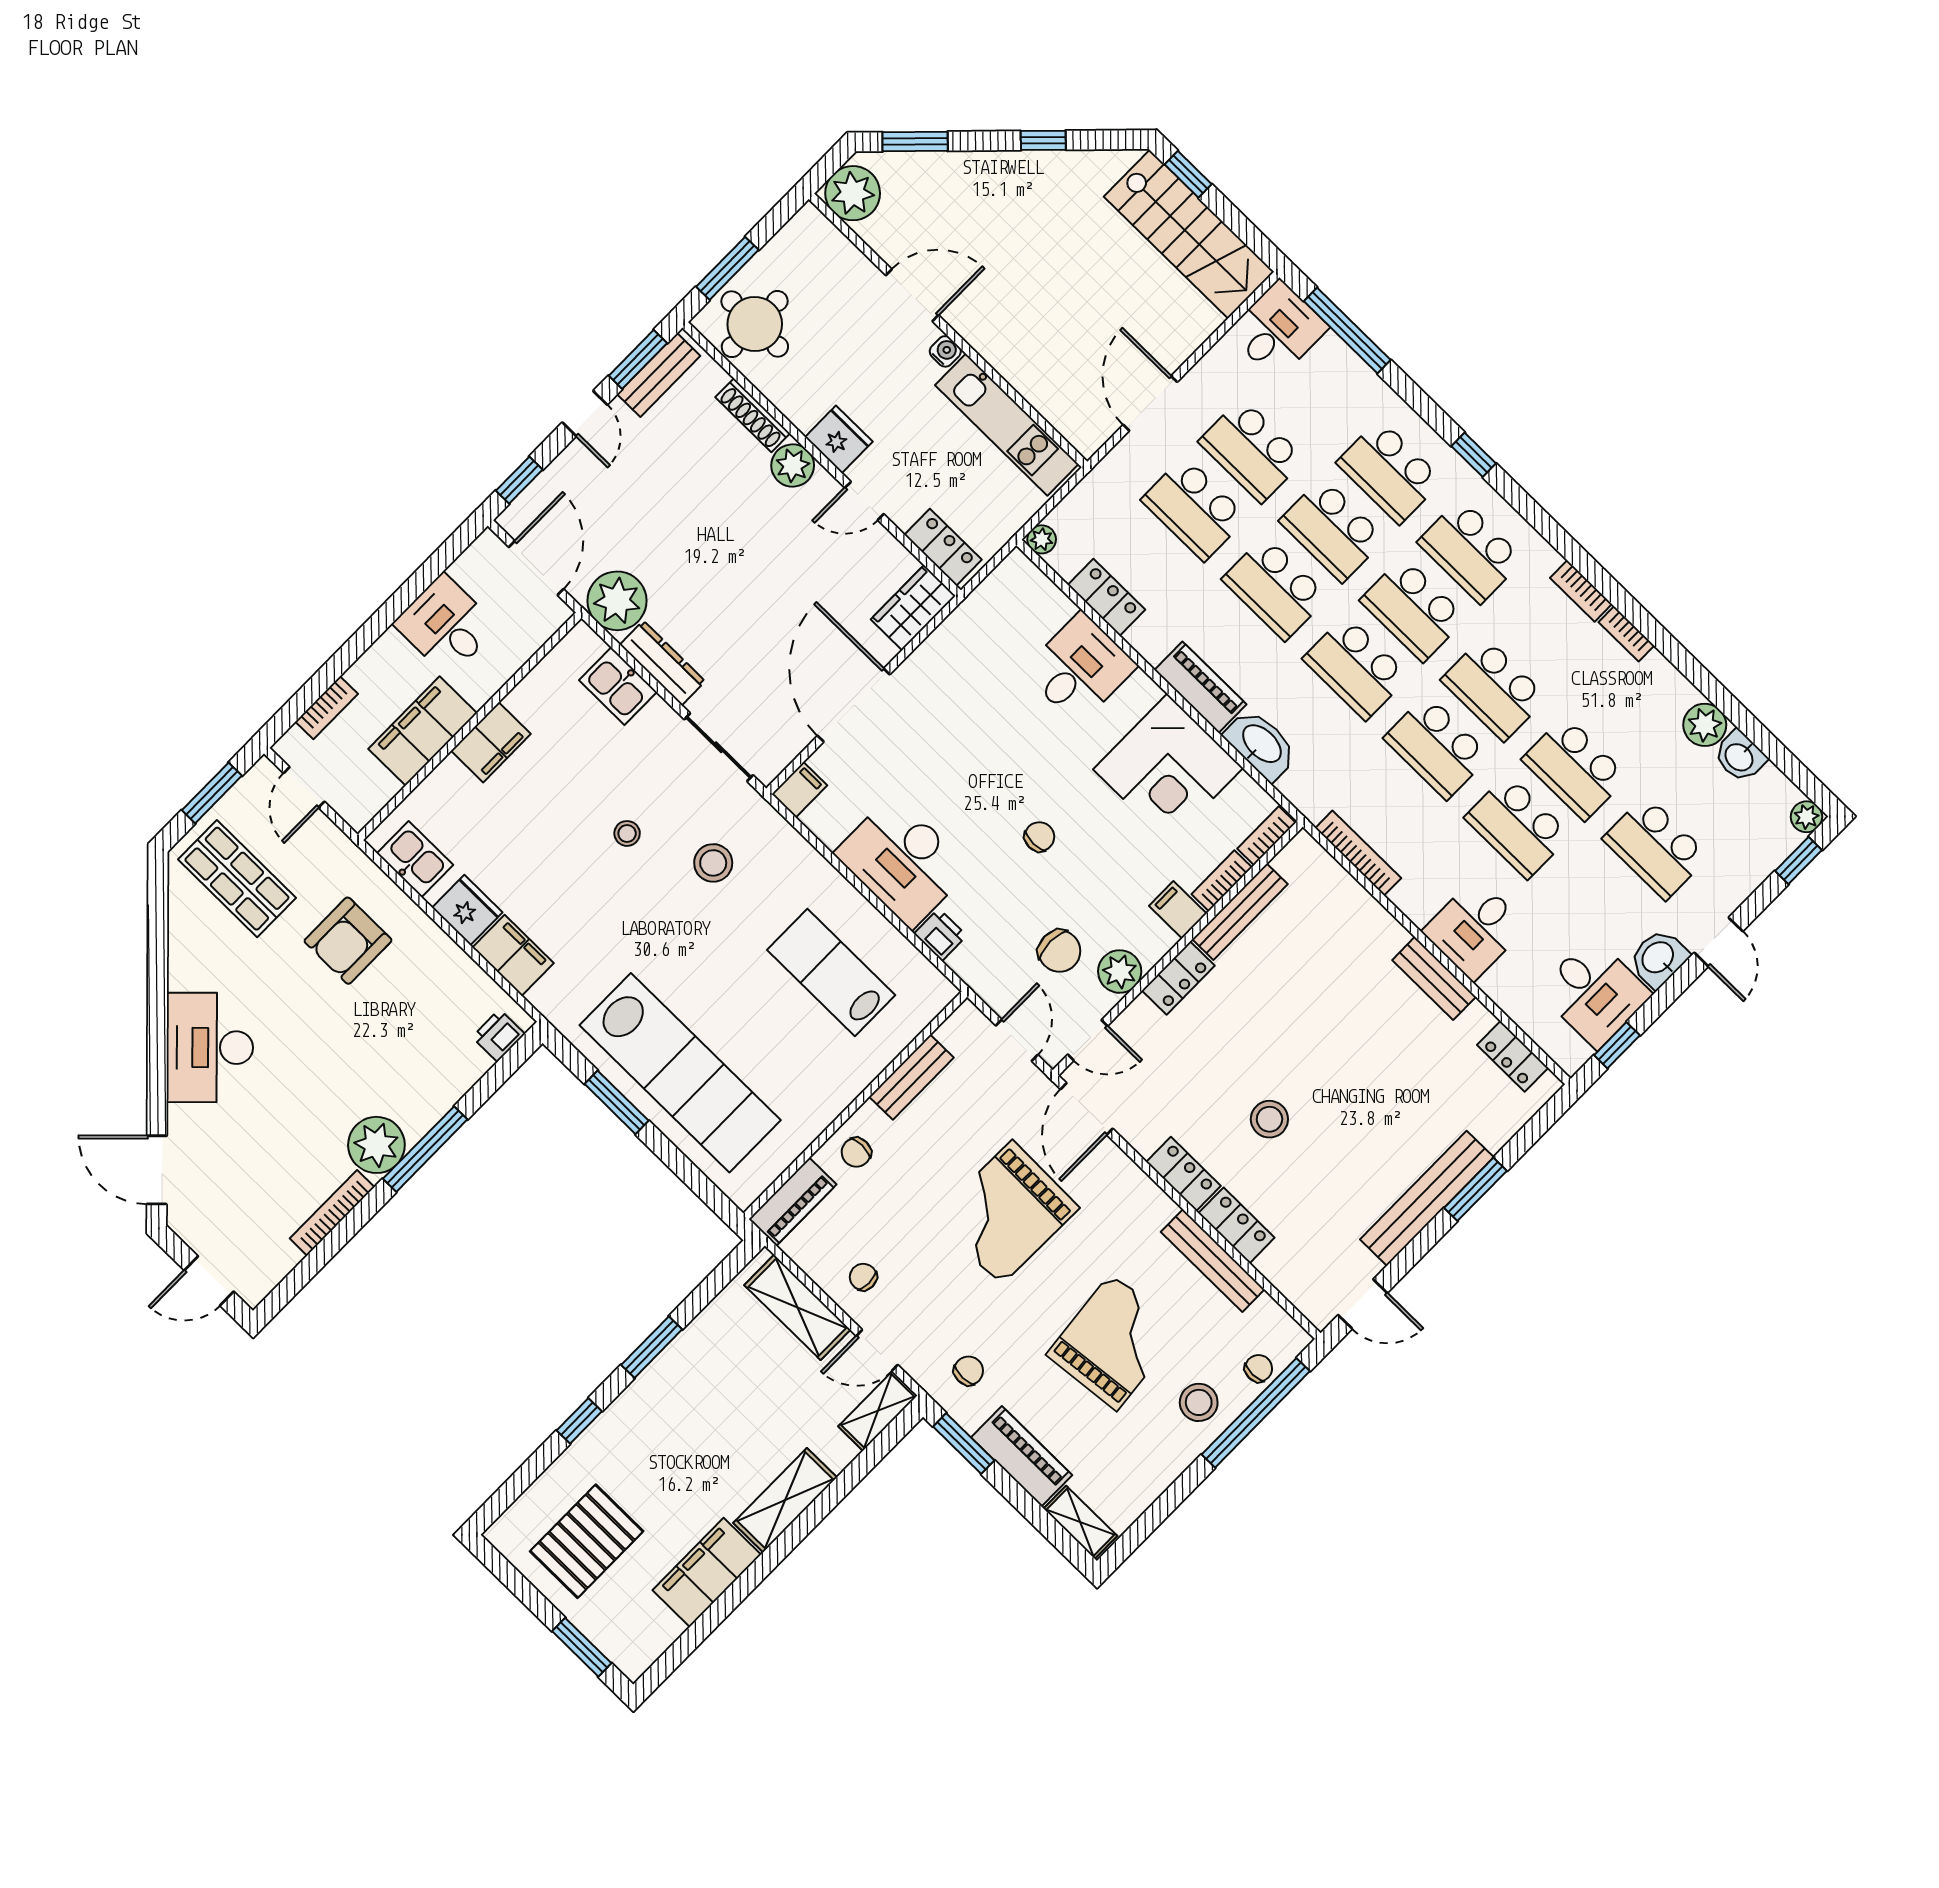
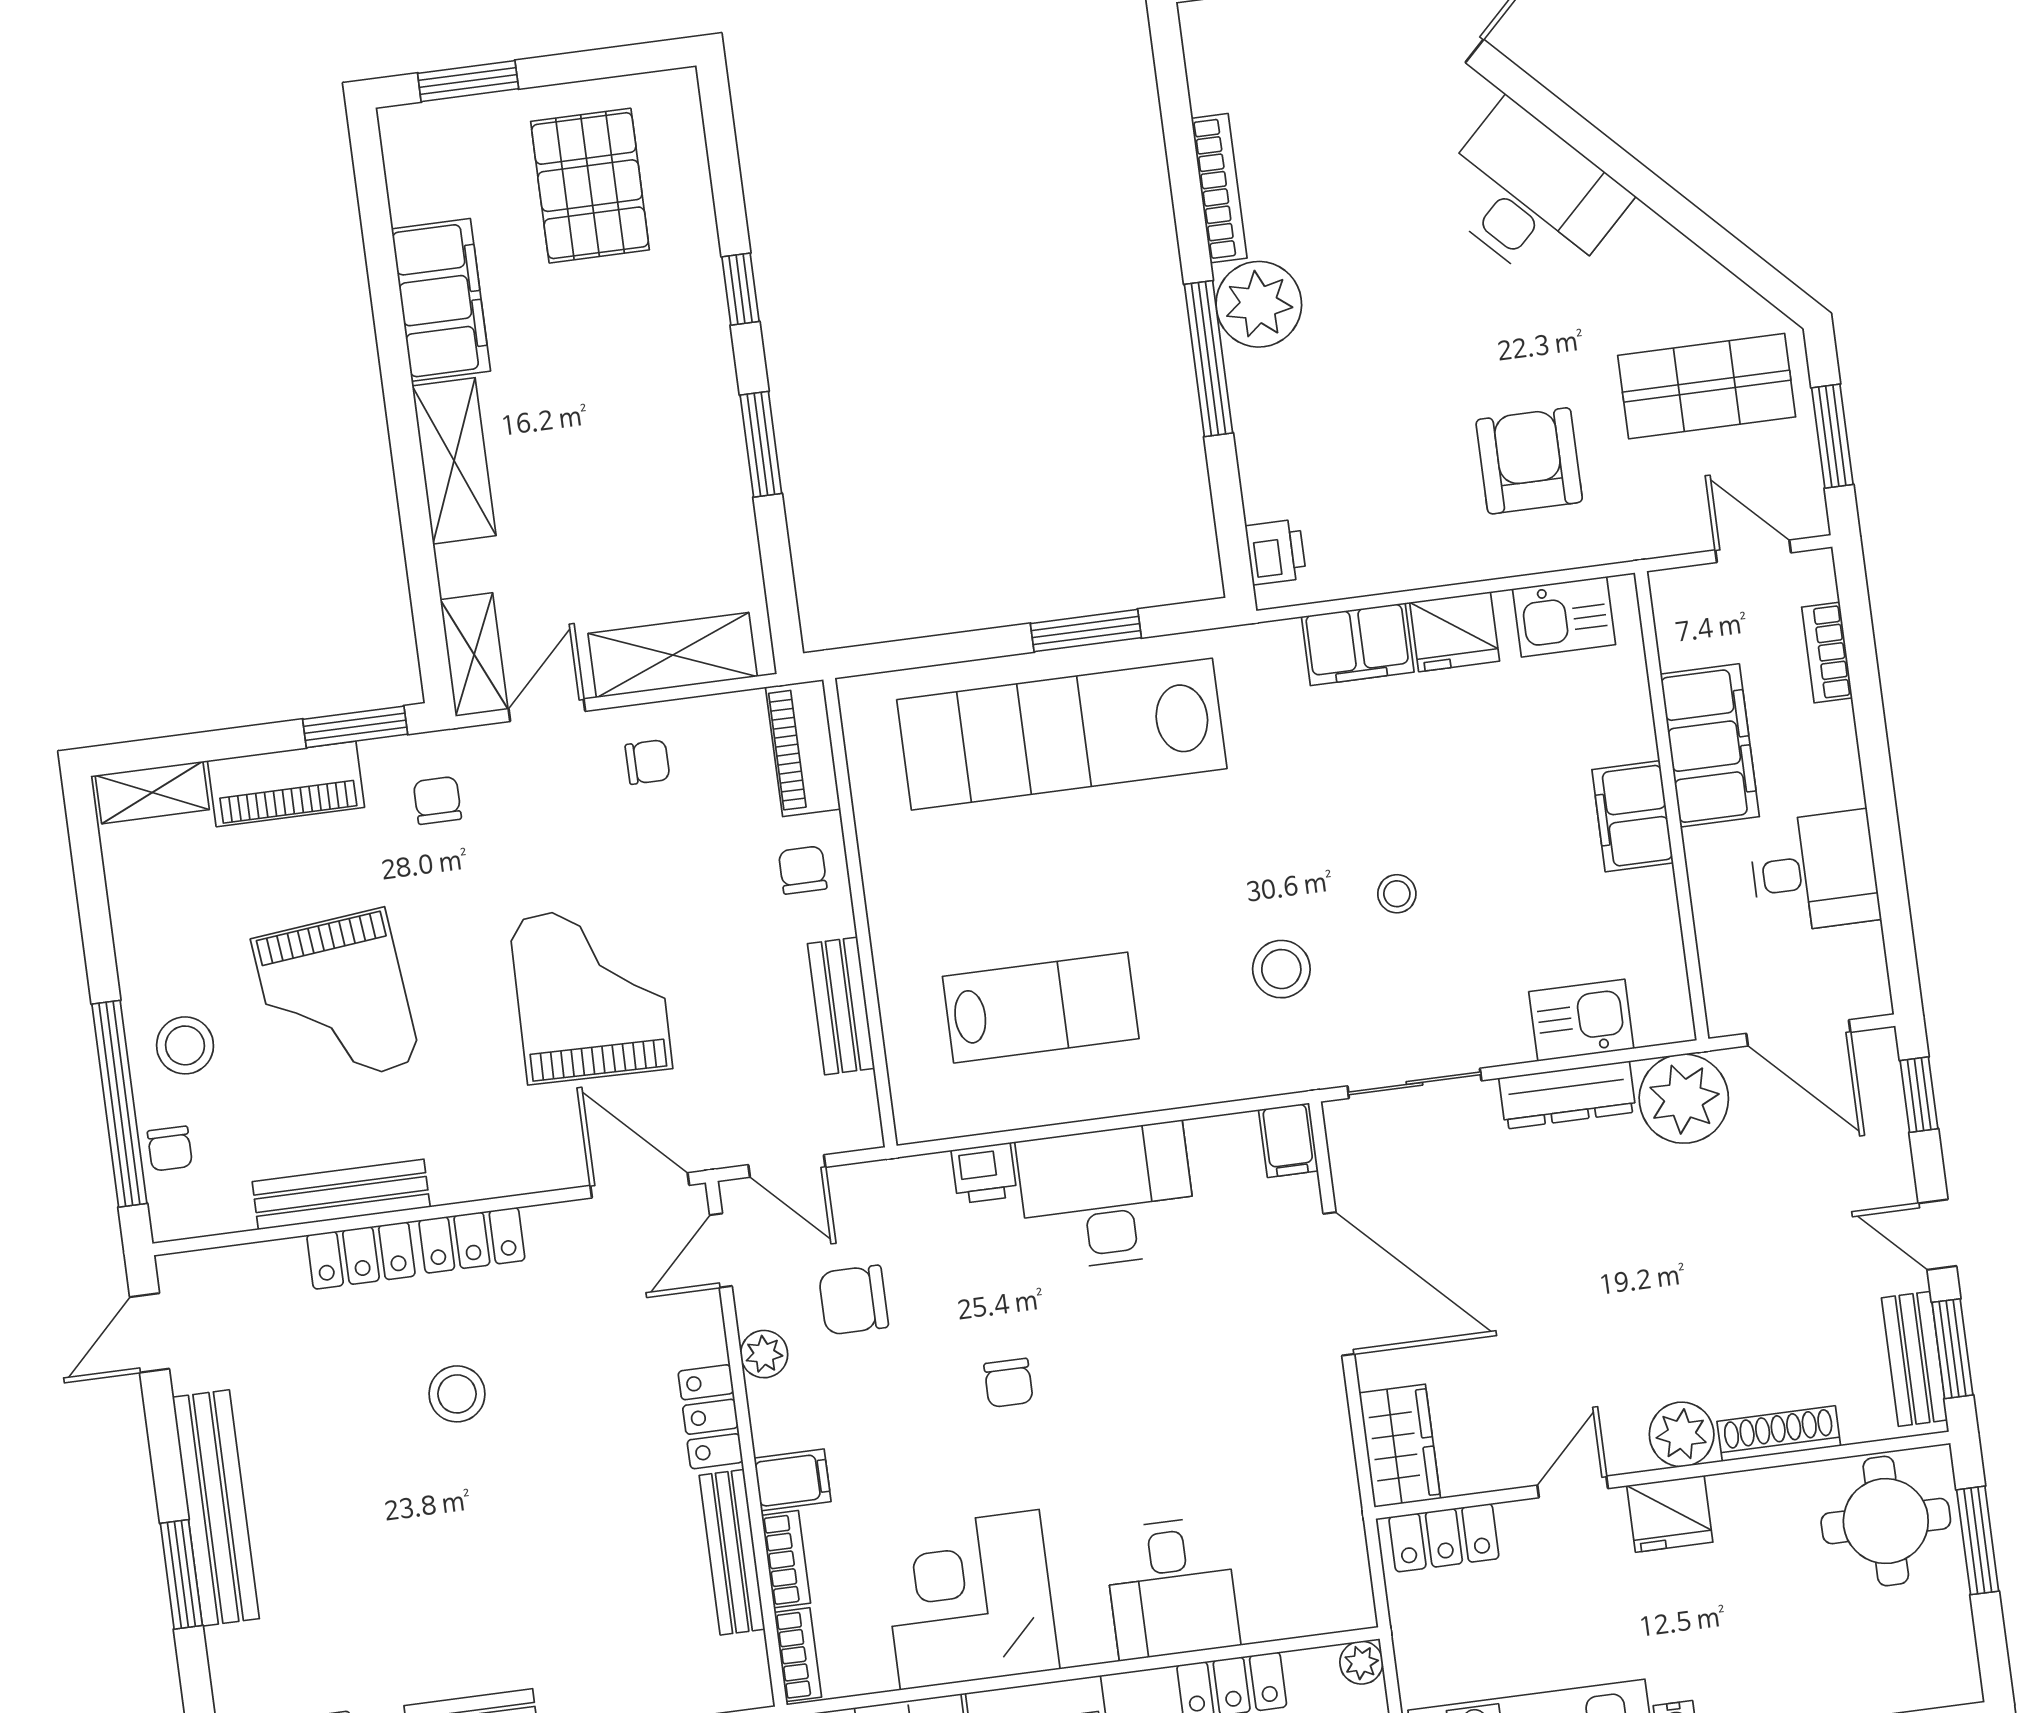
plant: (1120, 972) -> (764, 1354), width x0.73, depth x0.73
chair: (969, 1371) -> (437, 800), turned 180

